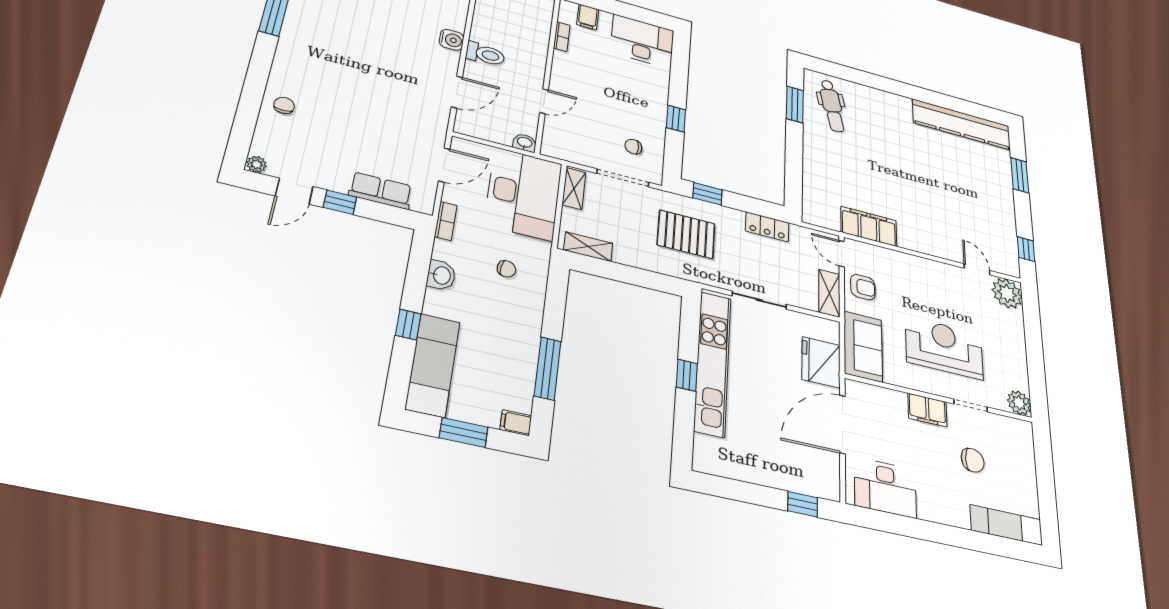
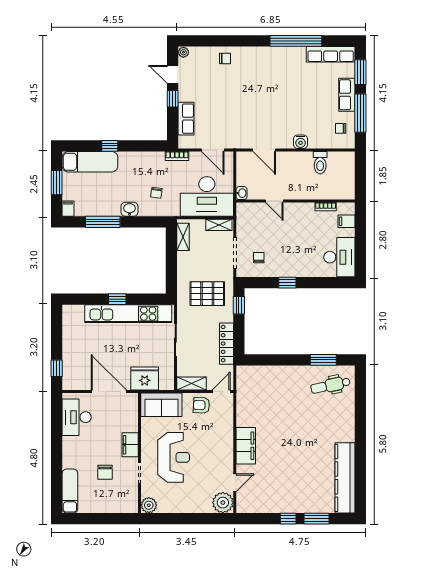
toilet: (485, 54) -> (320, 163), moved
filing cabinet: (869, 226) -> (246, 446), moved
locker: (767, 227) -> (227, 344), width x1.53
pallet: (686, 234) -> (207, 294), turned 90
window: (1026, 249) -> (288, 519), moved
washbasin: (441, 275) -> (130, 209), moved, turned 180
armchair: (863, 287) -> (201, 405), turned 93

